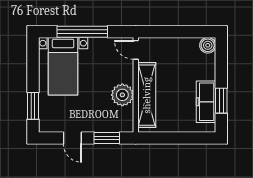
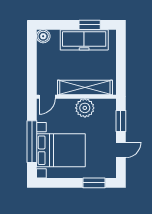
bed with nightstands: (63, 66) -> (61, 150), width x1.36
freezer: (206, 102) -> (84, 40), width x1.36, depth x1.26

